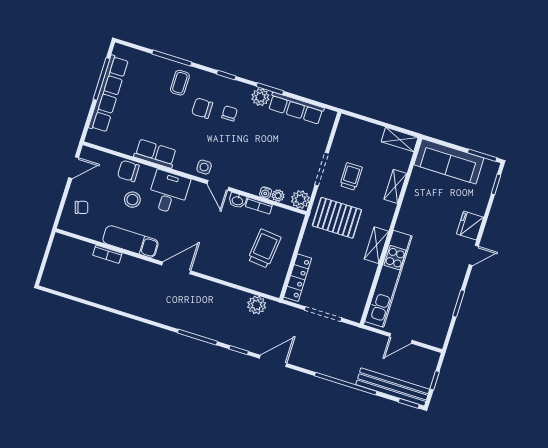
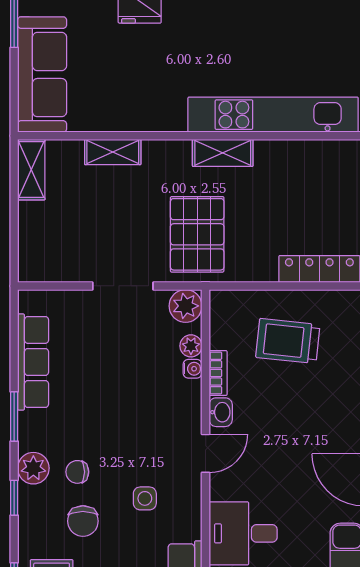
plant: (260, 97) -> (33, 468), moved
side table: (204, 167) -> (145, 498), moved
trolley: (351, 176) -> (120, 232), removed

